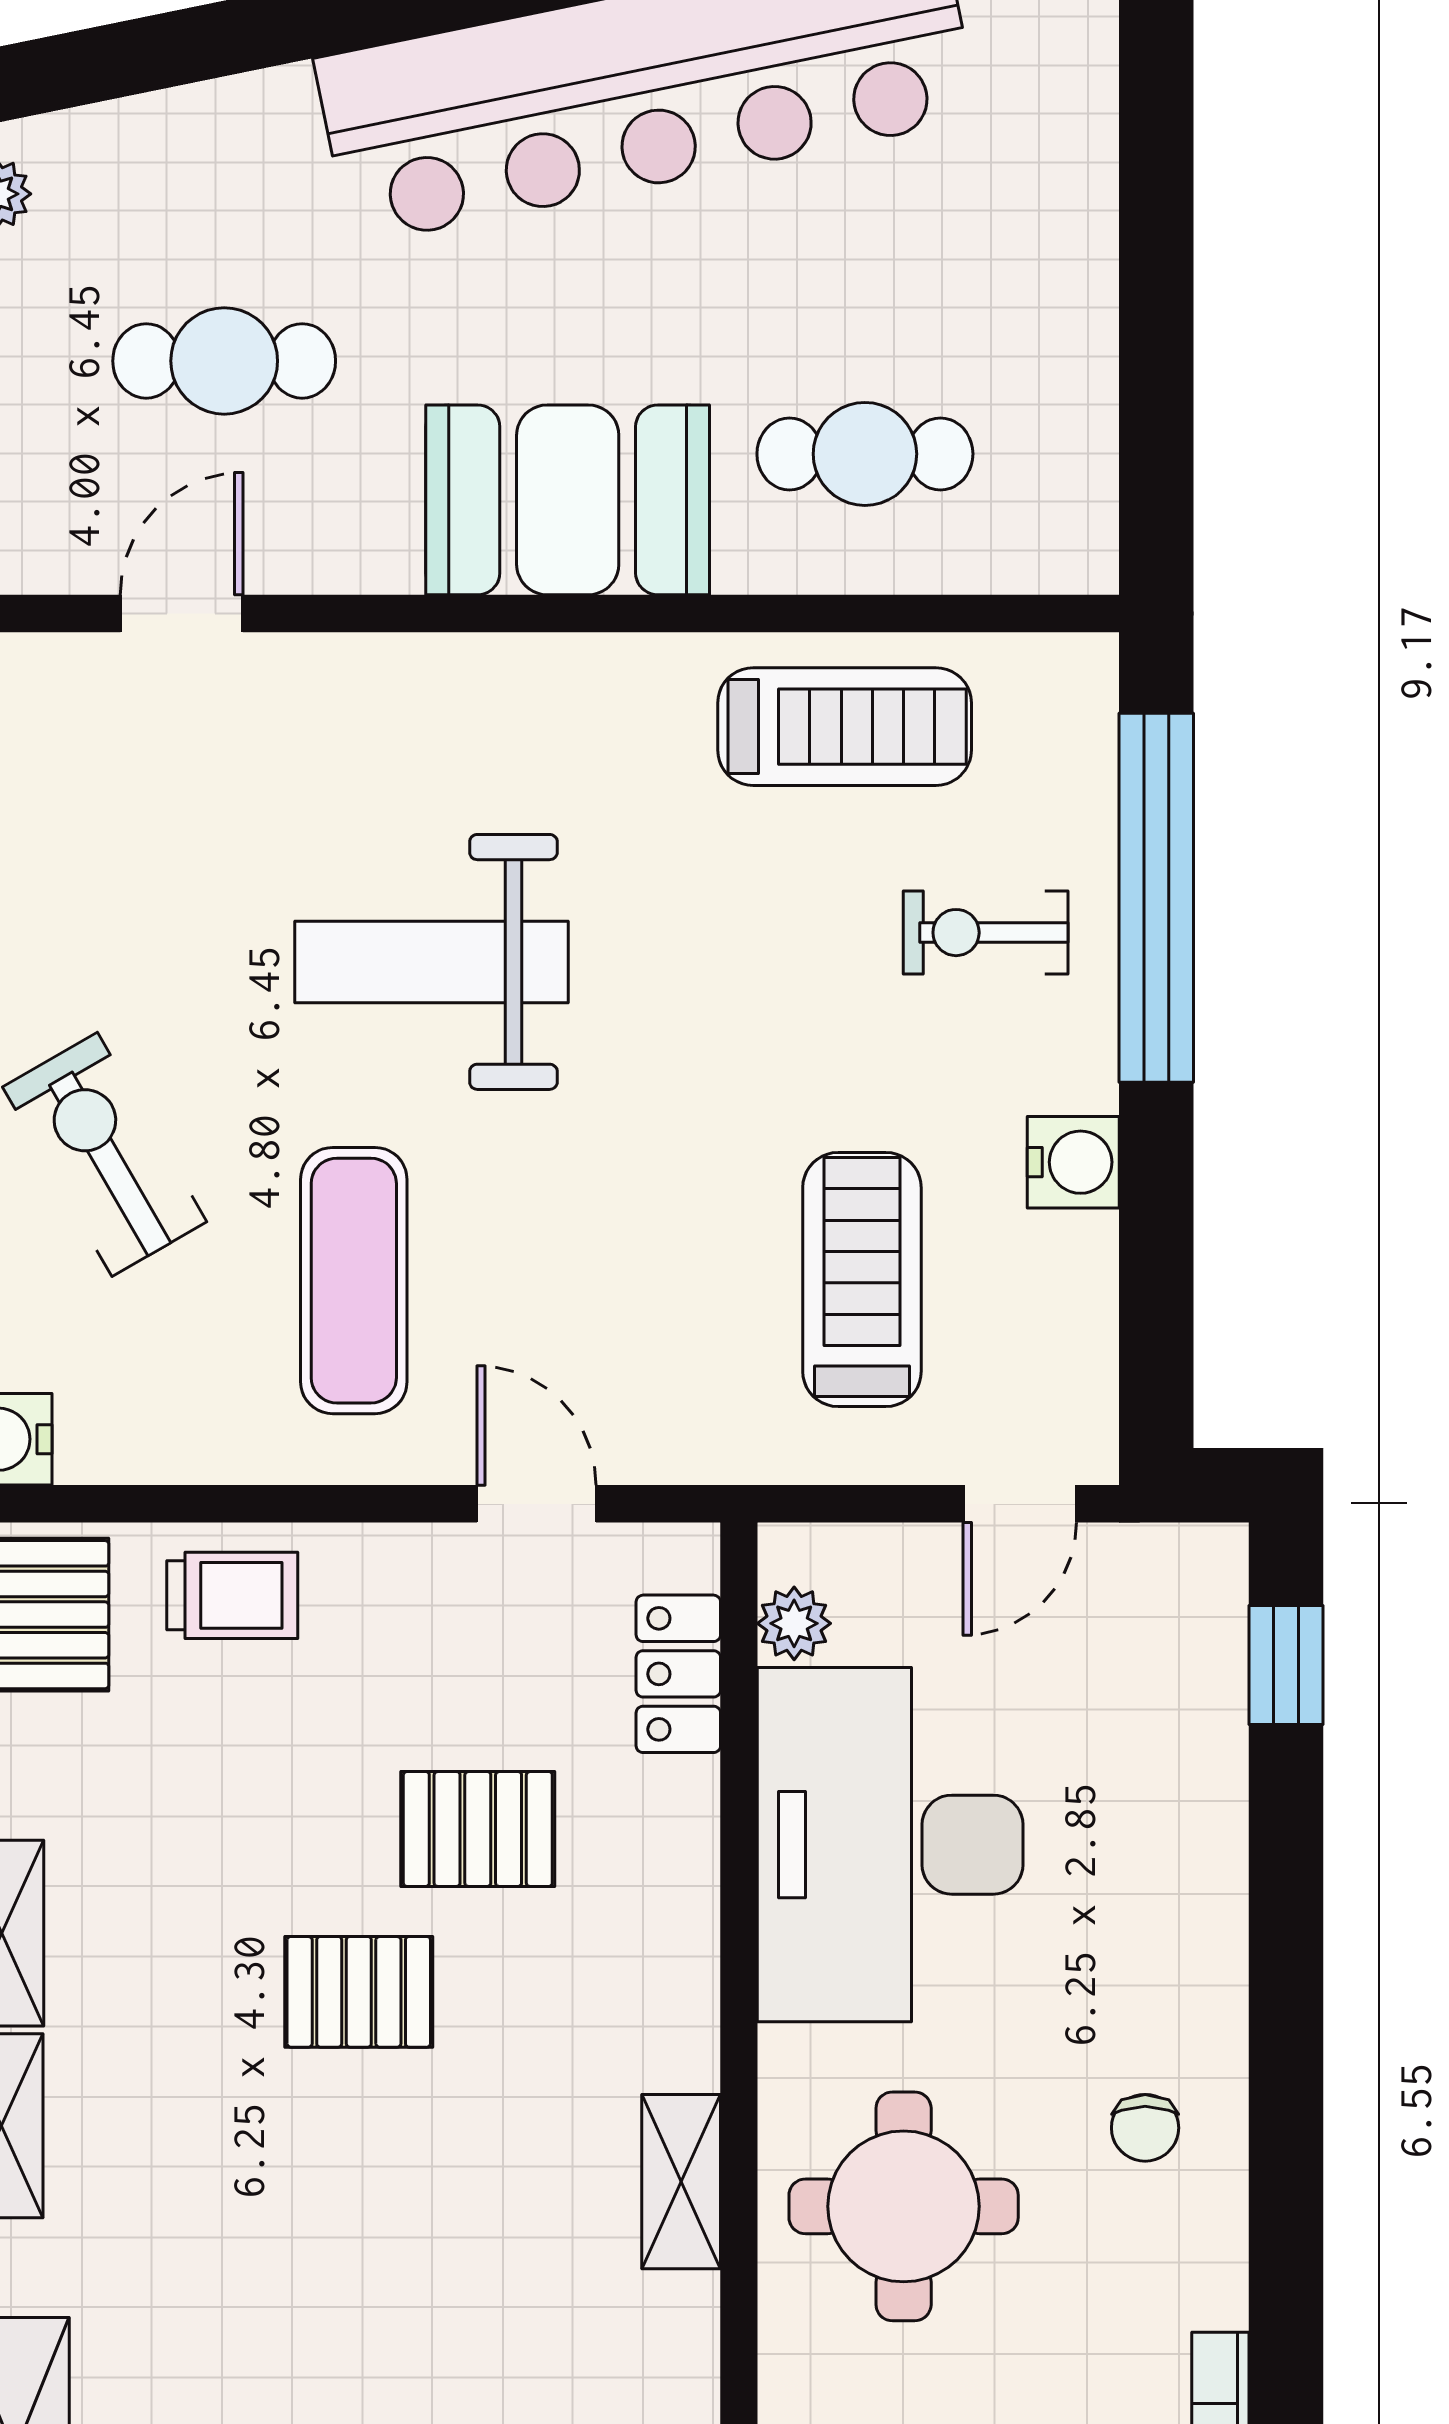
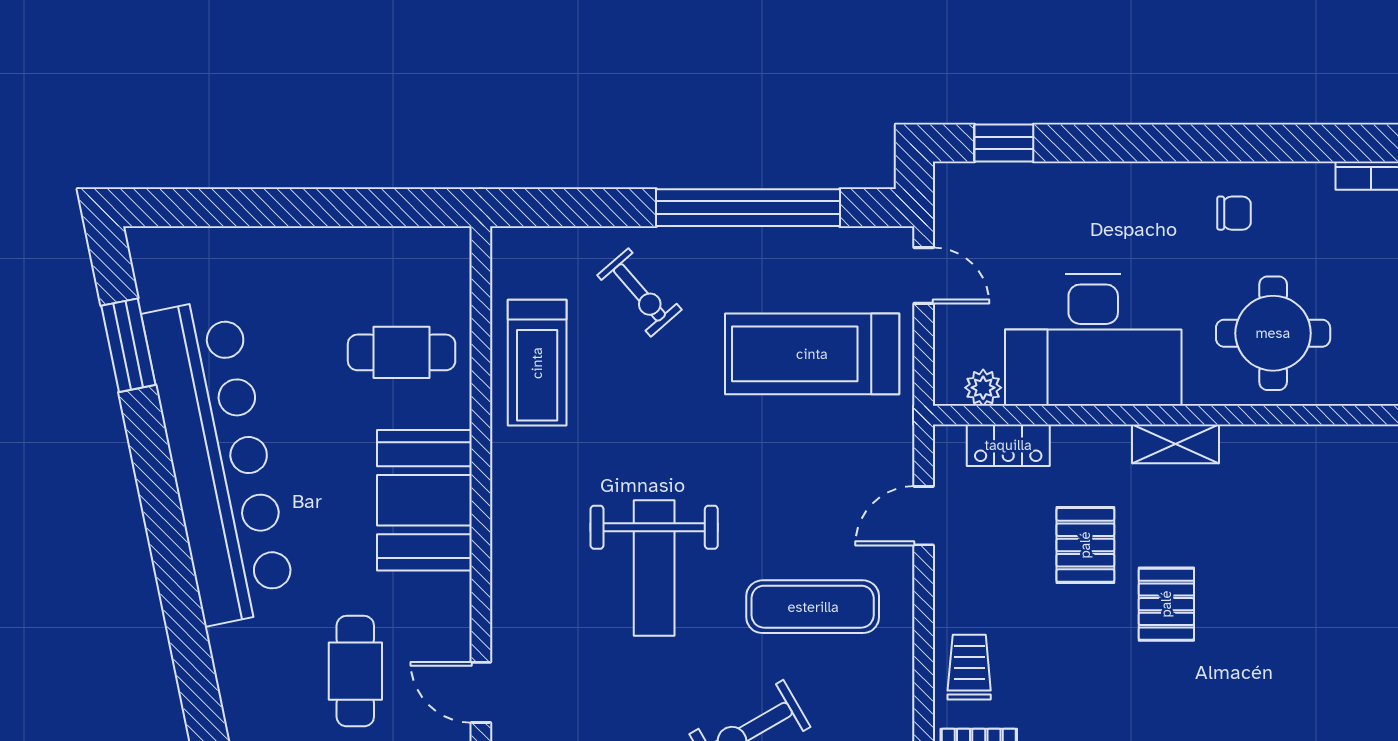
cafe table: (865, 454) -> (402, 352), turned 90
treadmill: (845, 727) -> (537, 363), turned 180
window: (1156, 898) -> (748, 208), moved
exercise bike: (986, 933) -> (640, 292), turned -41
water cooler: (1073, 1162) -> (754, 249), removed
treadmill: (862, 1279) -> (812, 354), width x1.37, depth x1.38
shelving: (681, 2182) -> (1175, 444), moved

